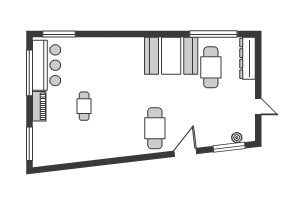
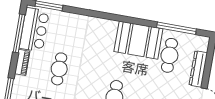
dresser: (247, 58) -> (198, 69), moved
cafe table: (84, 106) -> (59, 69), width x1.37, depth x1.35

